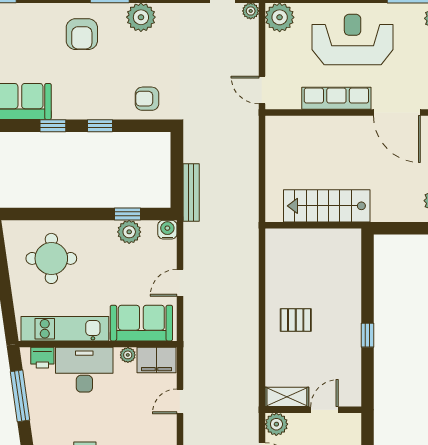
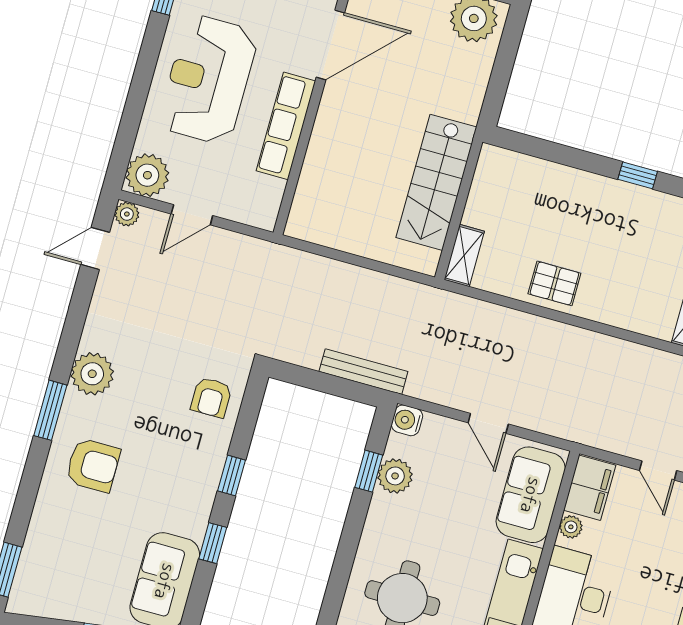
door: (262, 90) -> (192, 215), moved
shelving: (284, 237) -> (464, 255), added
pallet: (296, 320) -> (554, 283), moved, turned 90

